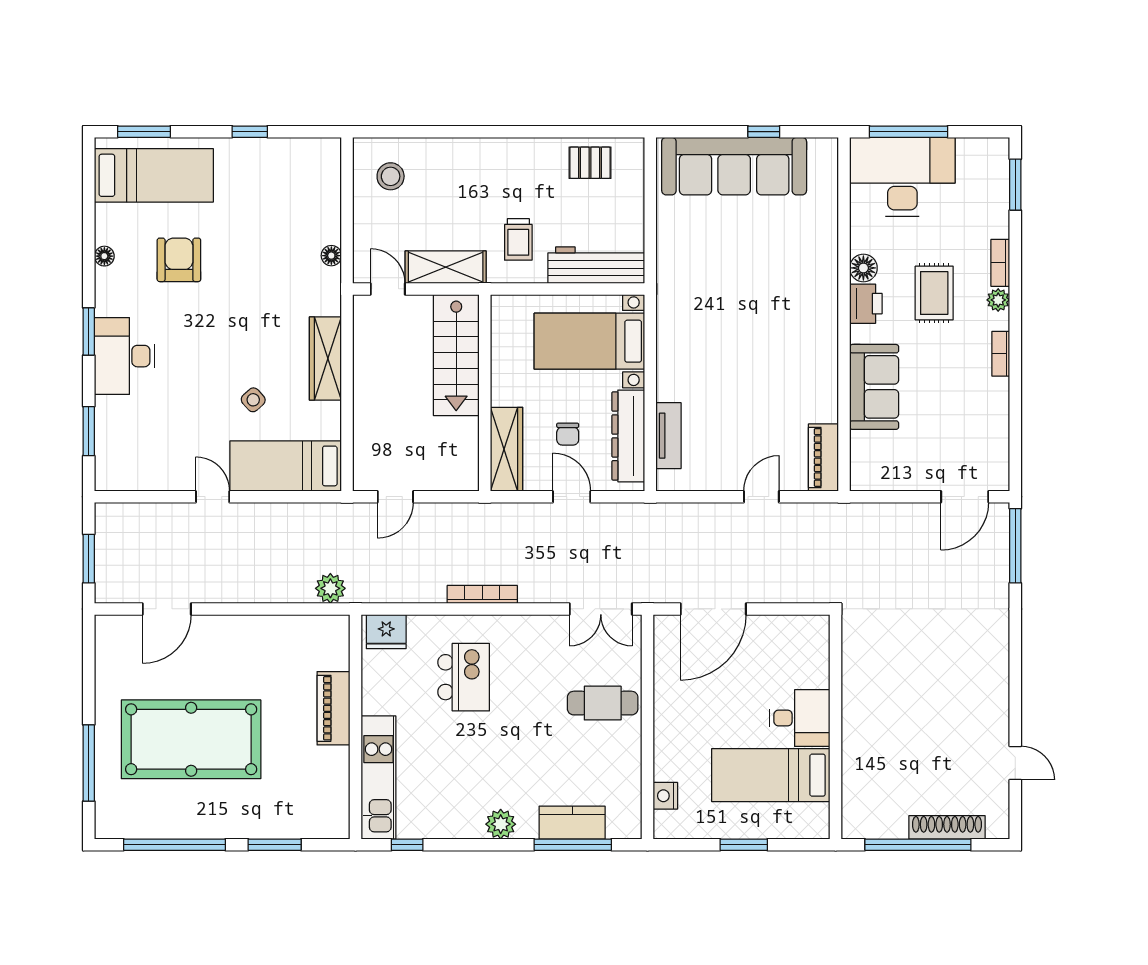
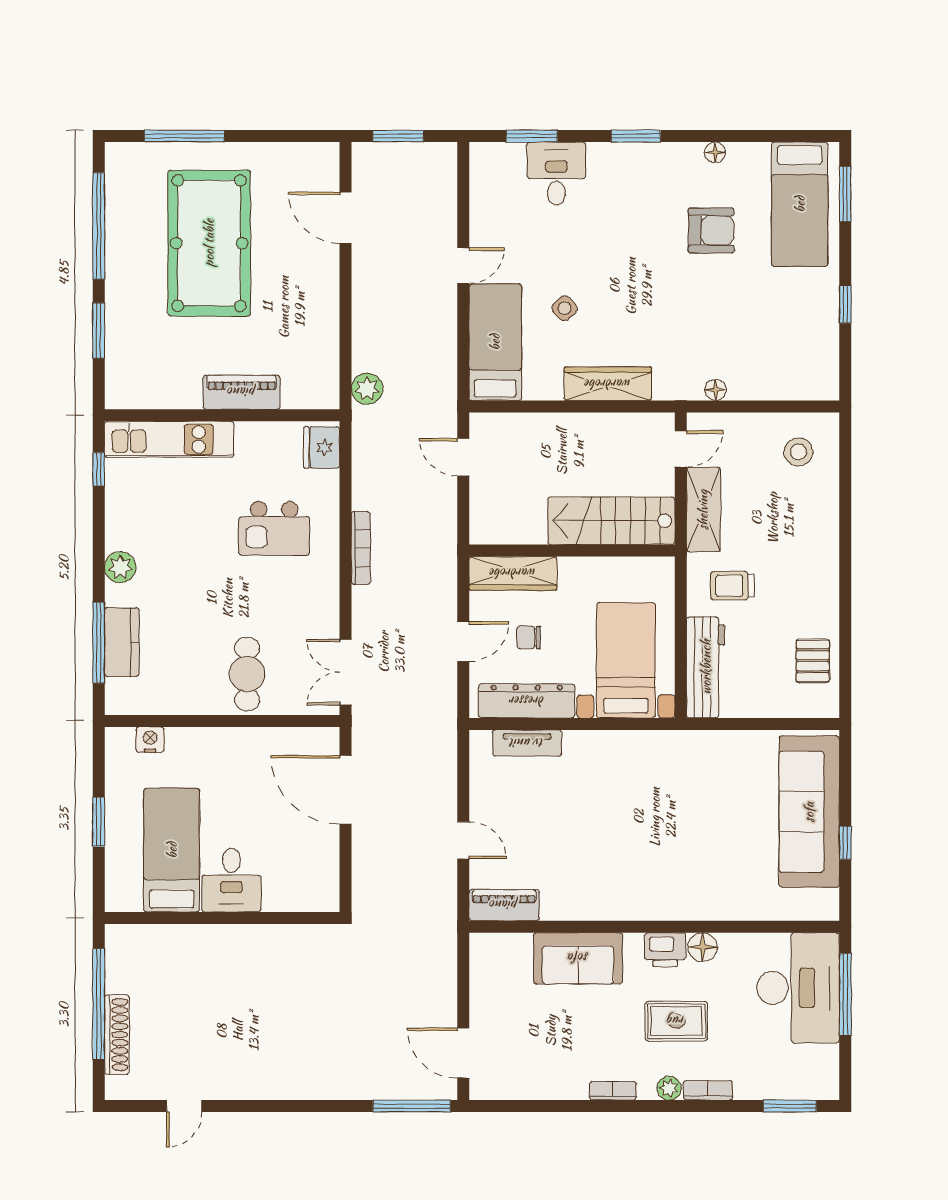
desk: (125, 356) -> (556, 174), moved, width x0.73

